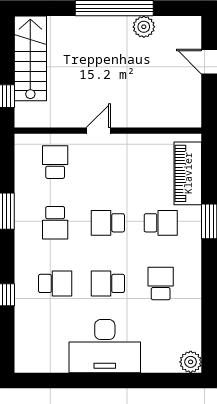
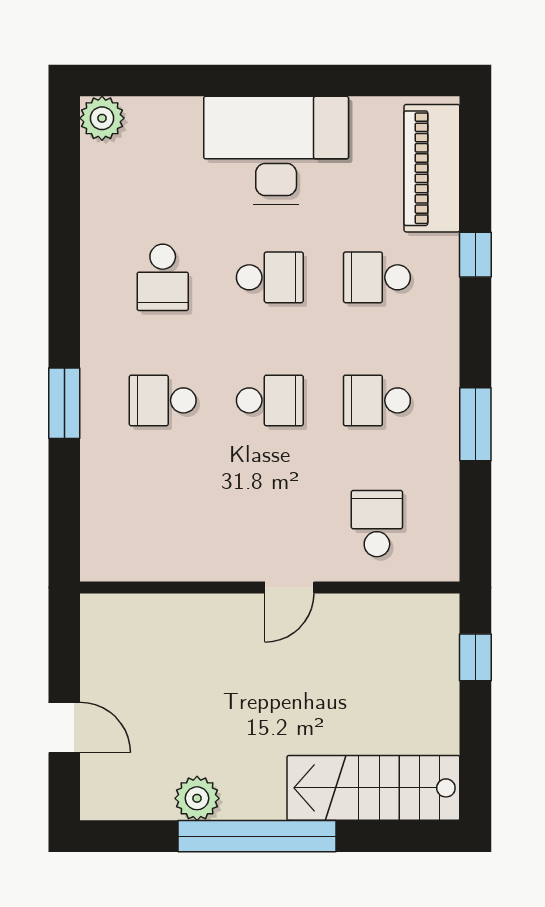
stairs: (30, 58) -> (373, 788), moved, turned 90
school desk: (55, 162) -> (377, 524), turned 180
piano: (188, 173) -> (432, 168), moved, turned 180
school desk: (55, 223) -> (377, 400), turned -90

